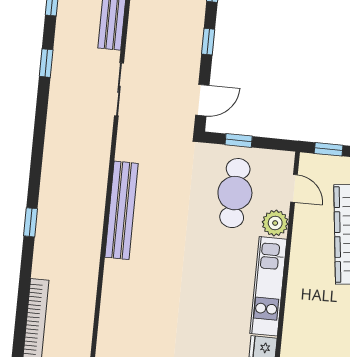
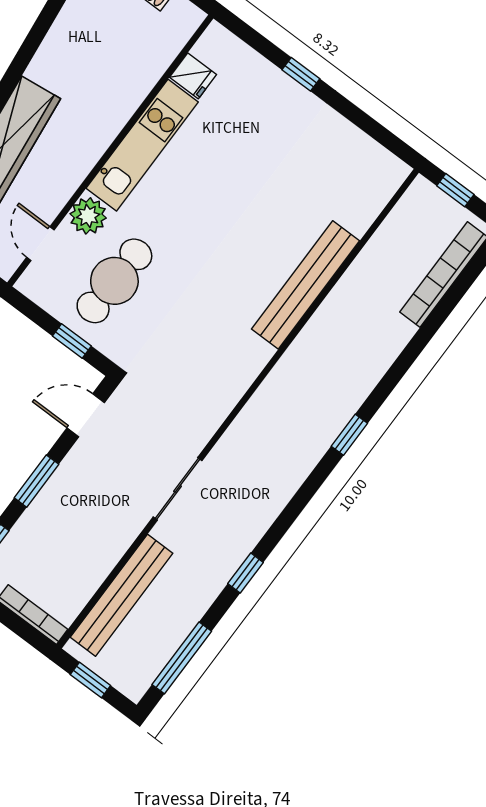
window: (208, 42) -> (36, 481), width x1.50
bench: (122, 210) -> (306, 285), moved
window: (31, 222) -> (349, 435), moved

